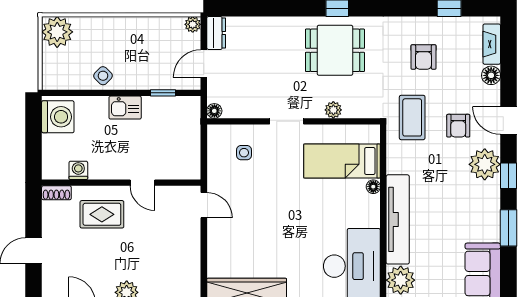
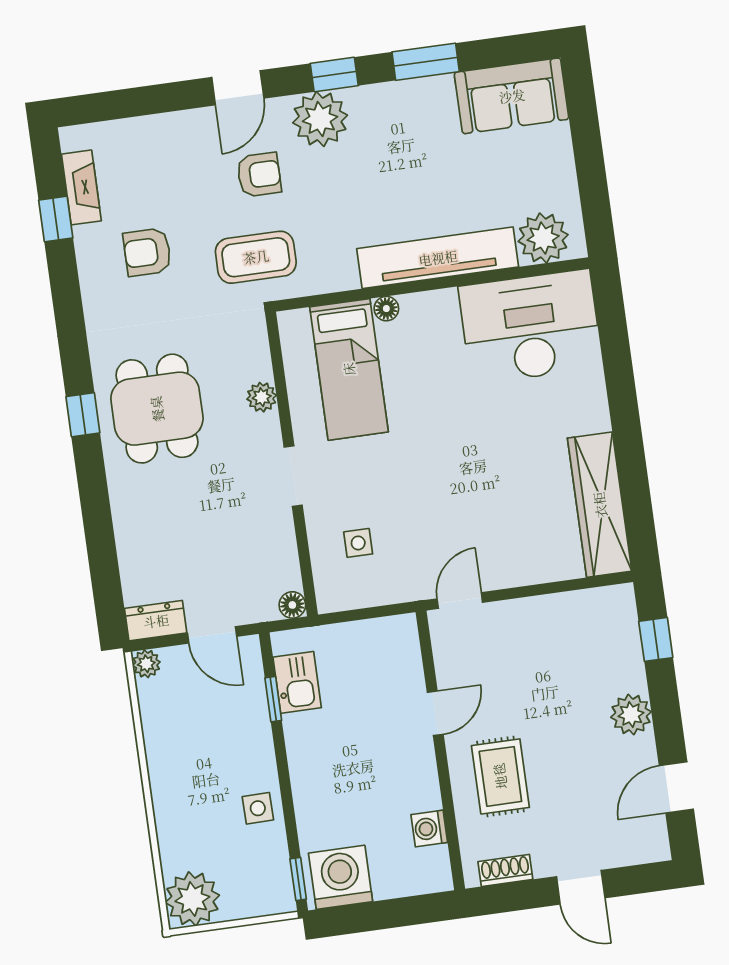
fireplace: (492, 44) -> (81, 187), moved, turned -90
armchair: (423, 57) -> (147, 252), turned 180
floor lamp: (491, 75) -> (163, 129), removed
side table: (103, 76) -> (258, 808), turned 45
window: (60, 93) -> (298, 879), added
kitchen sink: (125, 108) -> (297, 682), moved
shoe rack: (56, 193) -> (505, 870), moved, turned -90

